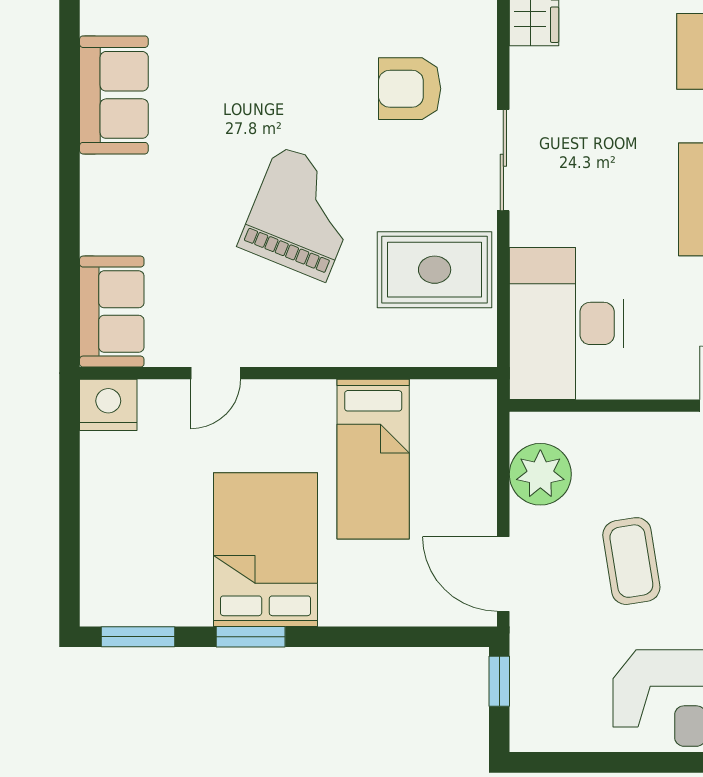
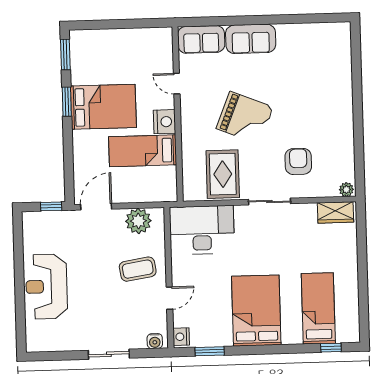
sofa: (114, 95) -> (251, 39), moved
nightstand: (108, 405) -> (164, 122), moved
coffee table: (631, 561) -> (138, 269), moved

